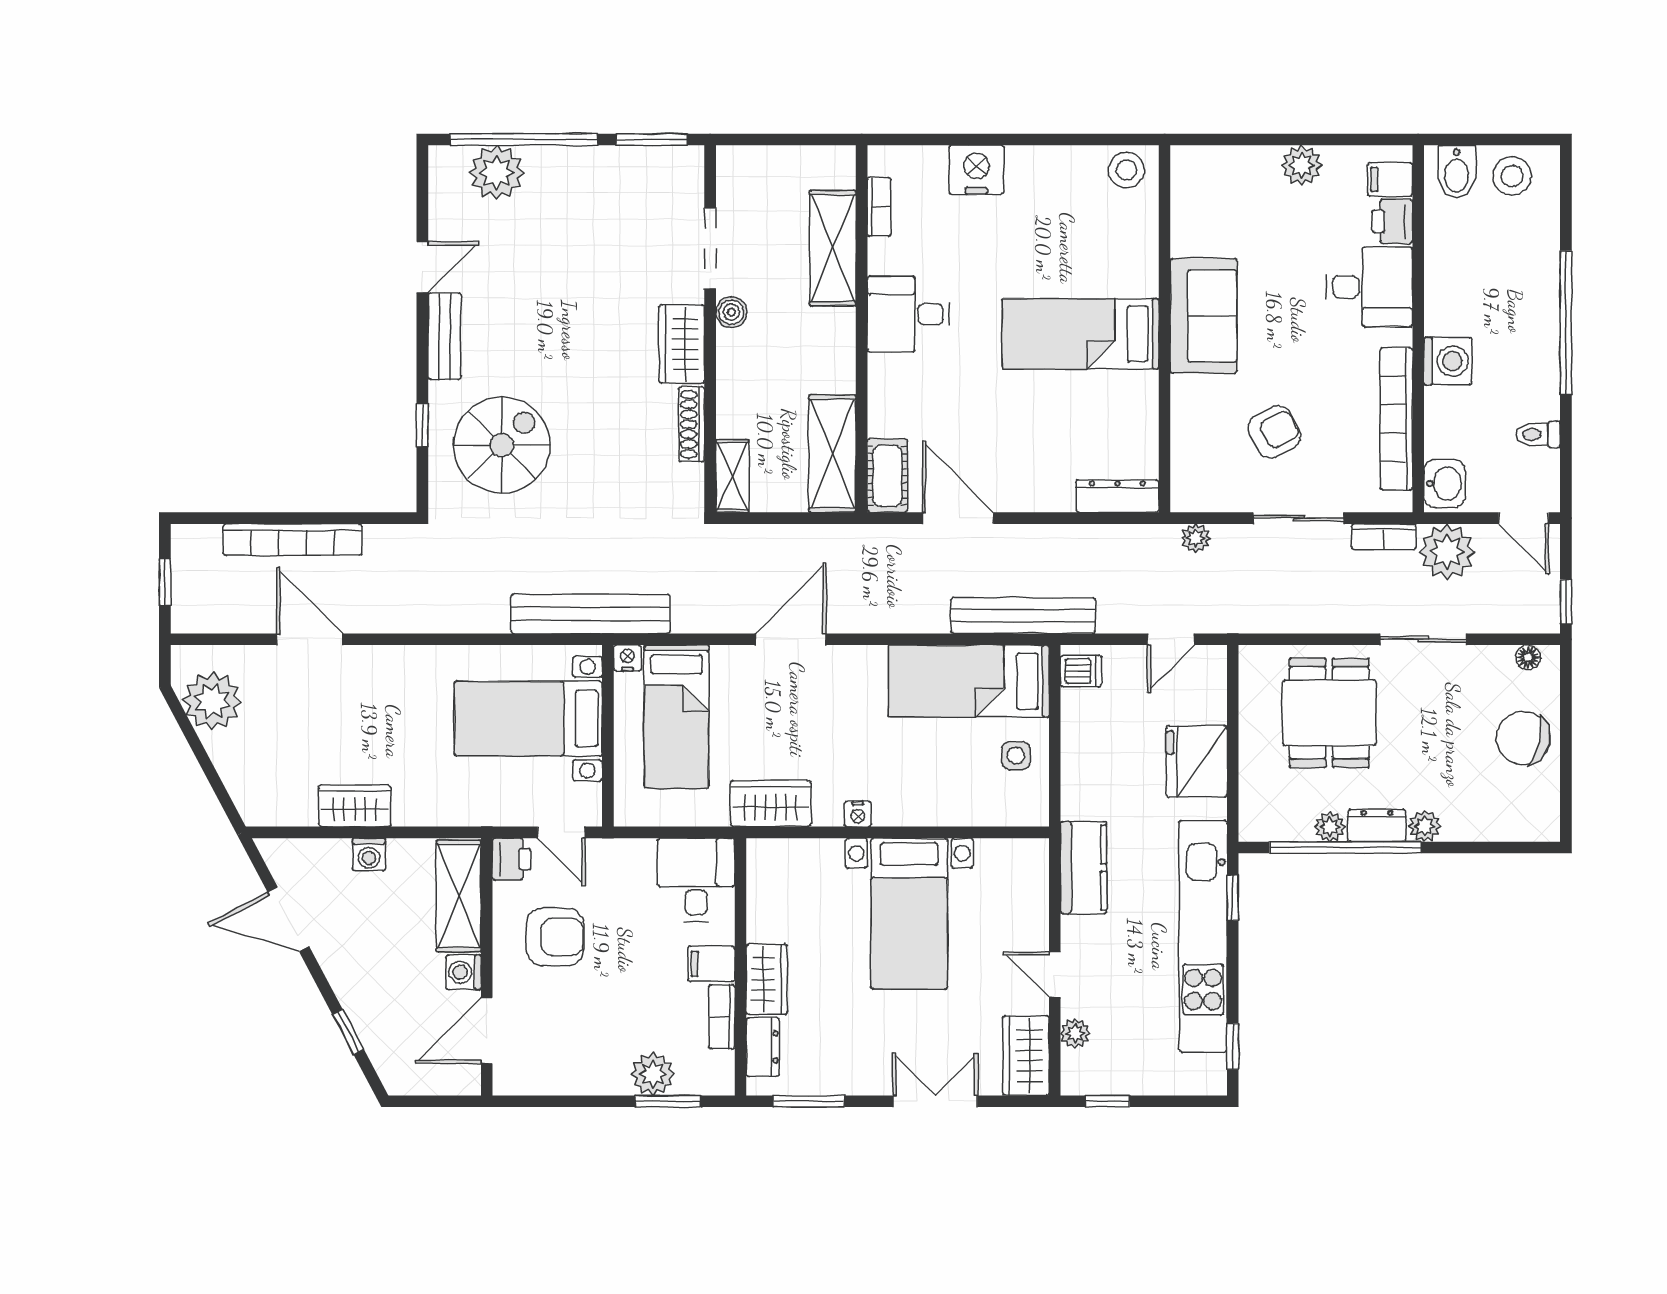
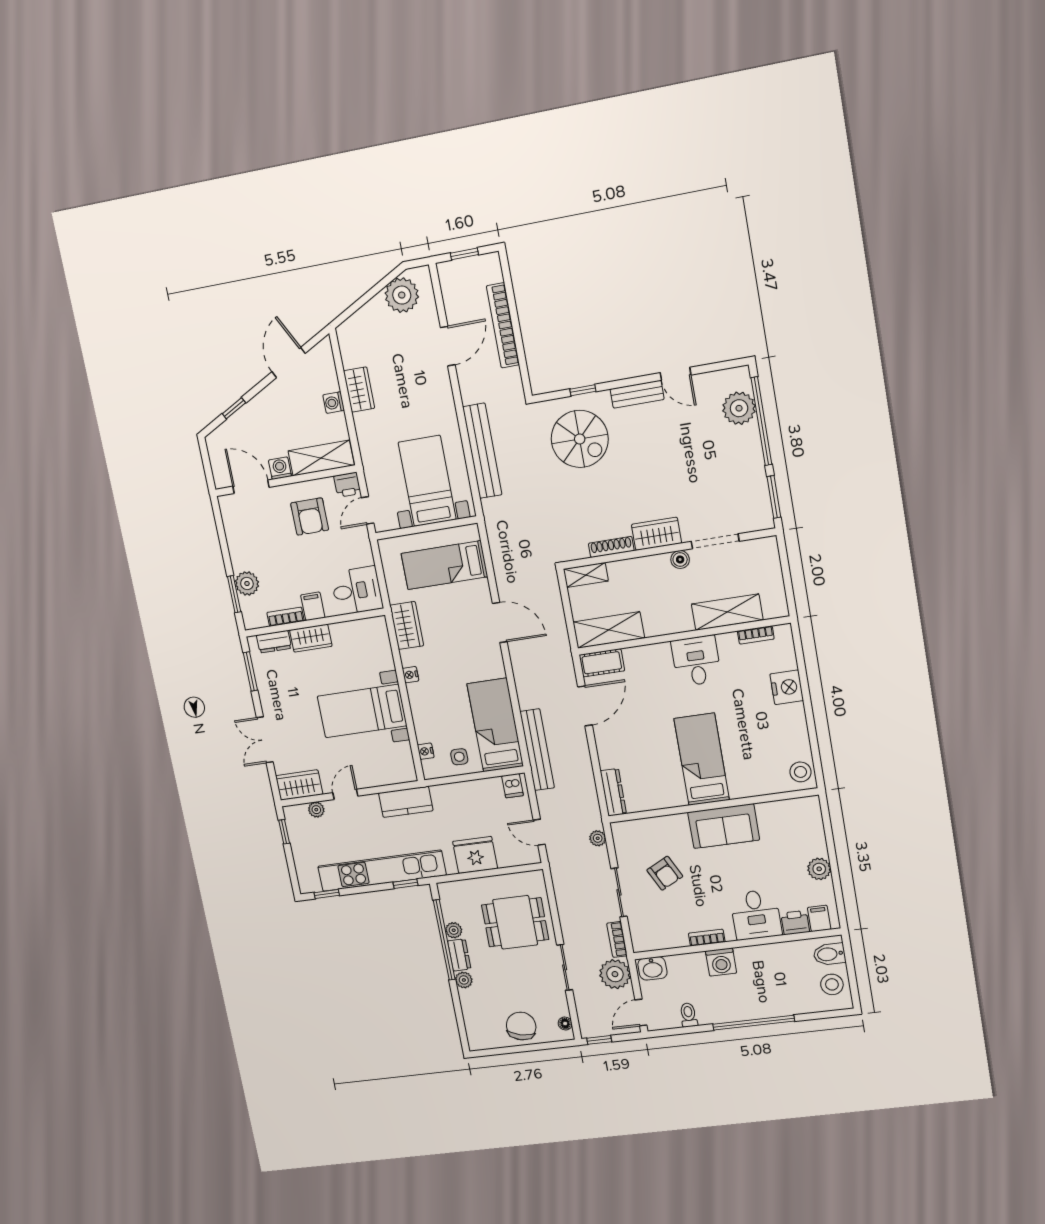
bookcase: (1396, 419) -> (707, 938), width x0.43, depth x0.76
bench: (591, 614) -> (482, 451), moved
nightstand: (627, 658) -> (426, 751), moved, turned 180
double door: (935, 1101) -> (265, 740), swing flipped

